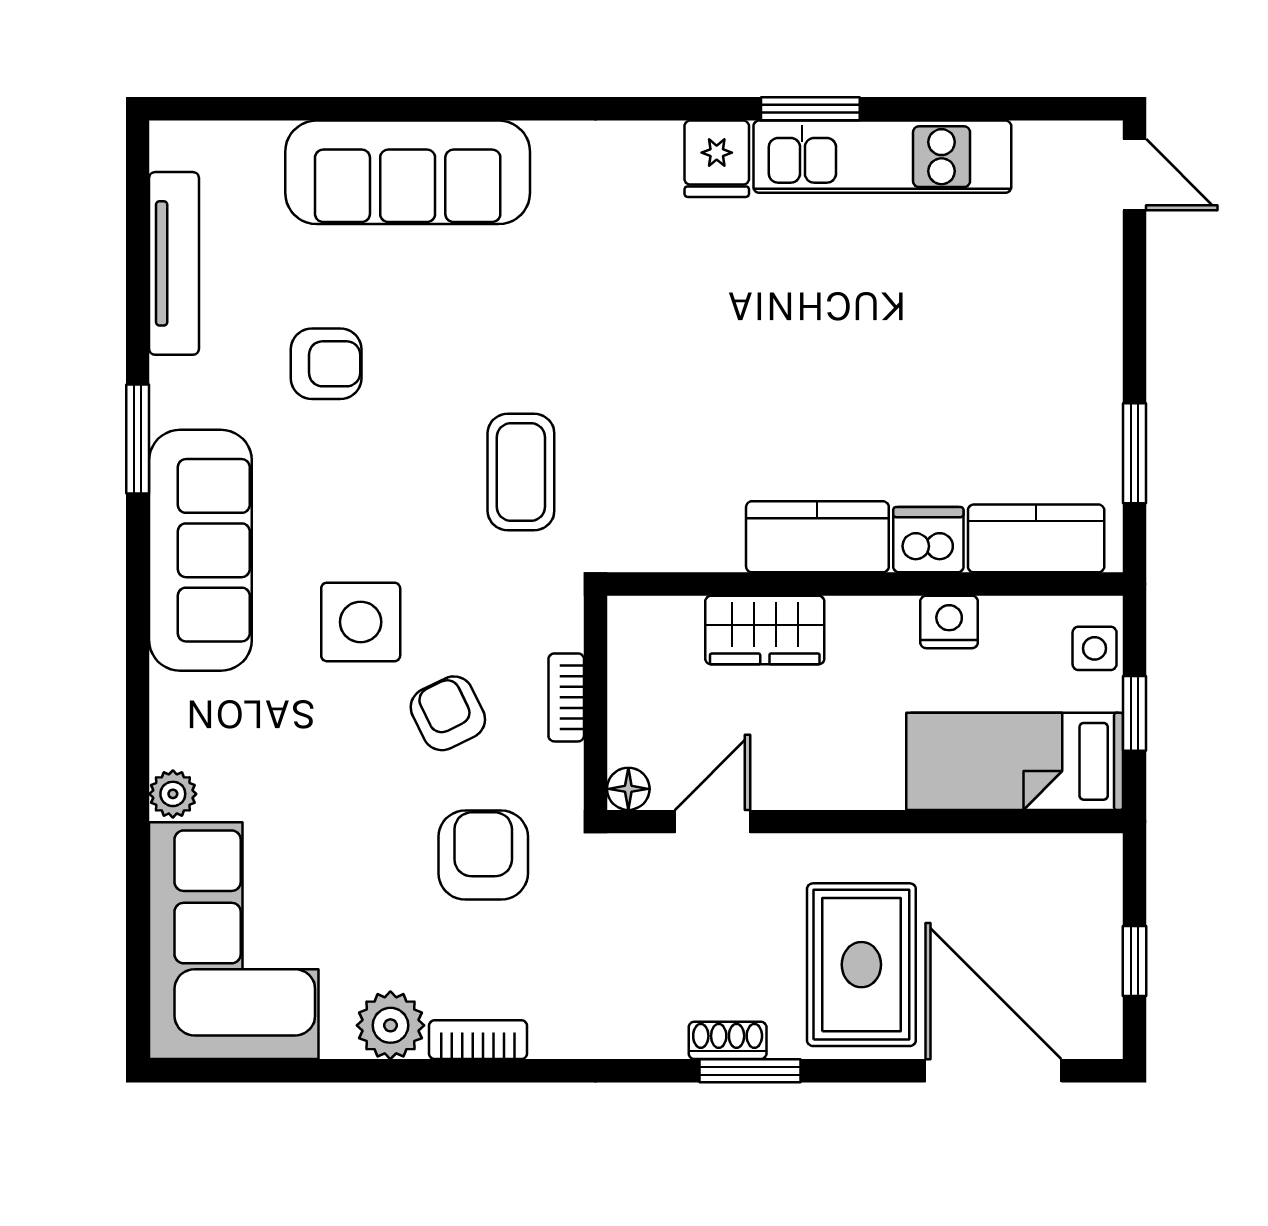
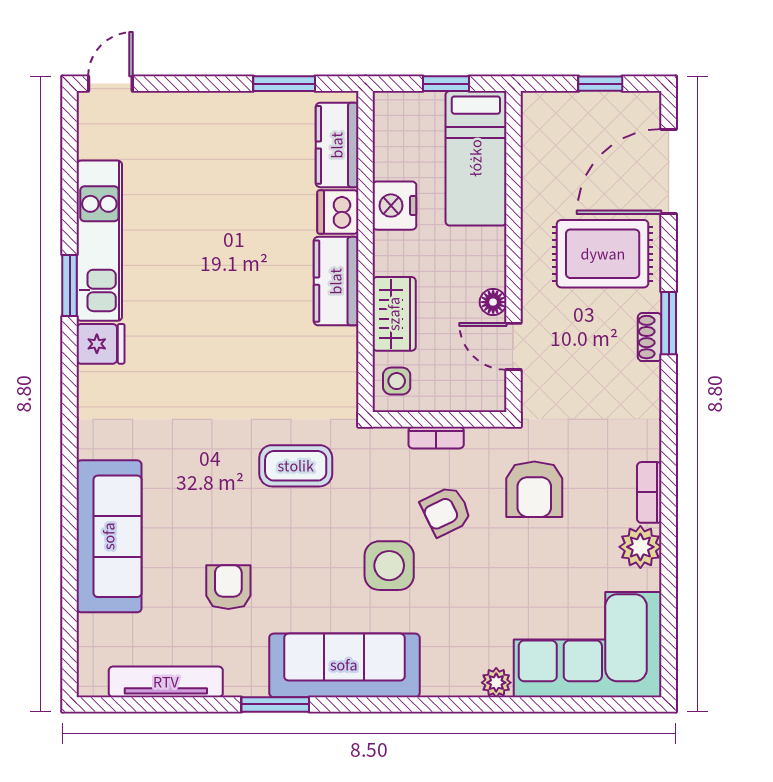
nightstand: (949, 622) -> (394, 206), width x1.36, depth x1.33
side table: (1095, 648) -> (397, 381), moved
floor lamp: (628, 789) -> (493, 302), moved
armchair: (483, 855) -> (534, 489), turned -90

